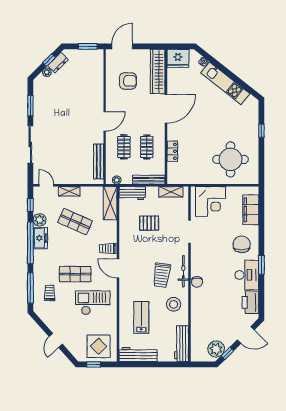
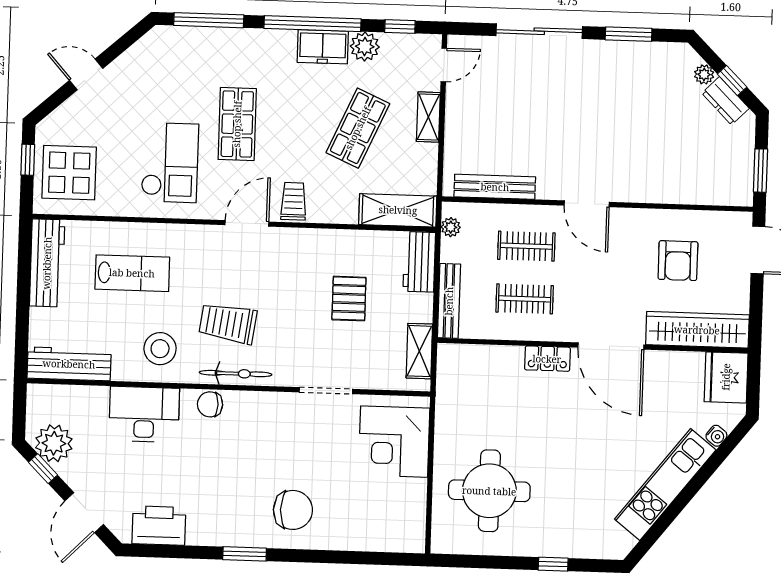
locker: (172, 151) -> (547, 359), moved
filing cabinet: (251, 210) -> (372, 534), removed
desk: (247, 275) -> (144, 414), moved, turned 180
trolley: (50, 293) -> (196, 64), removed

